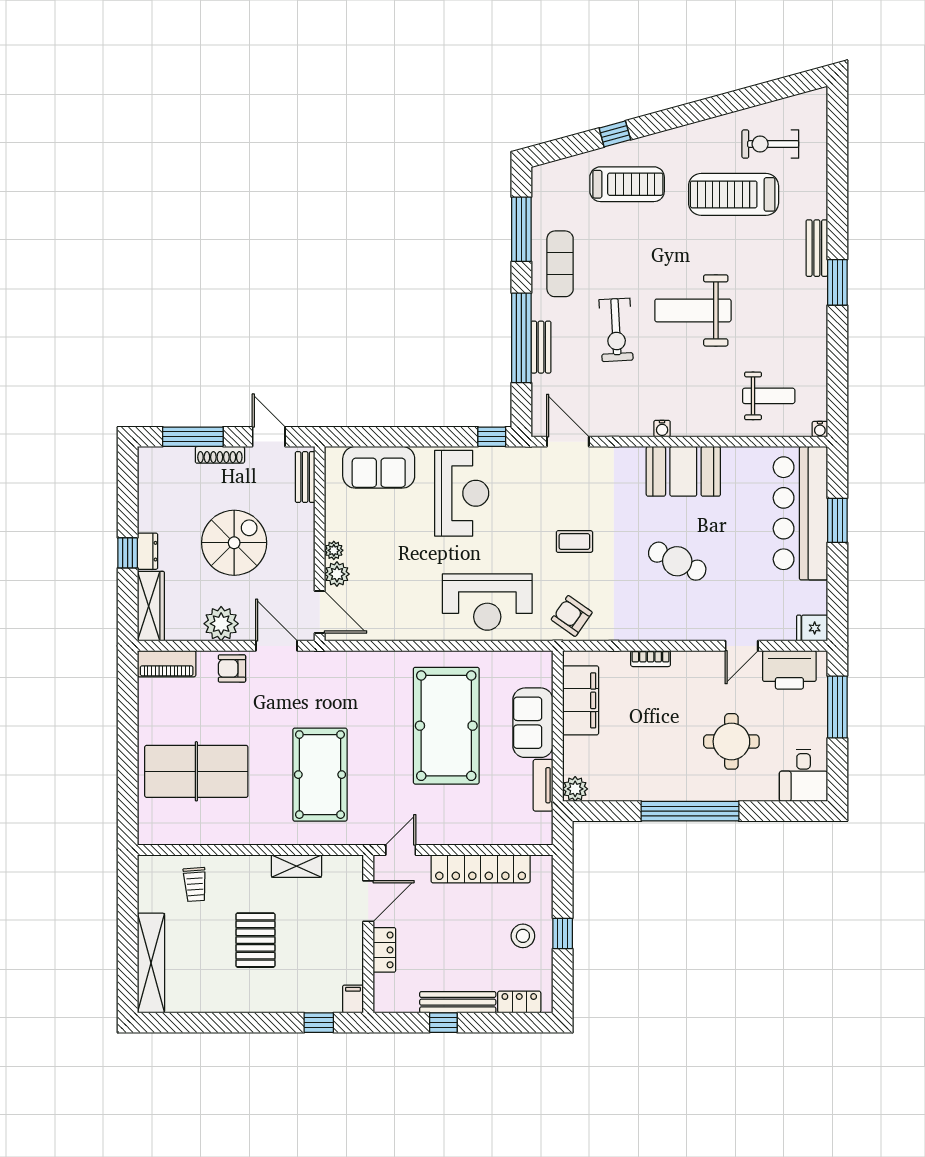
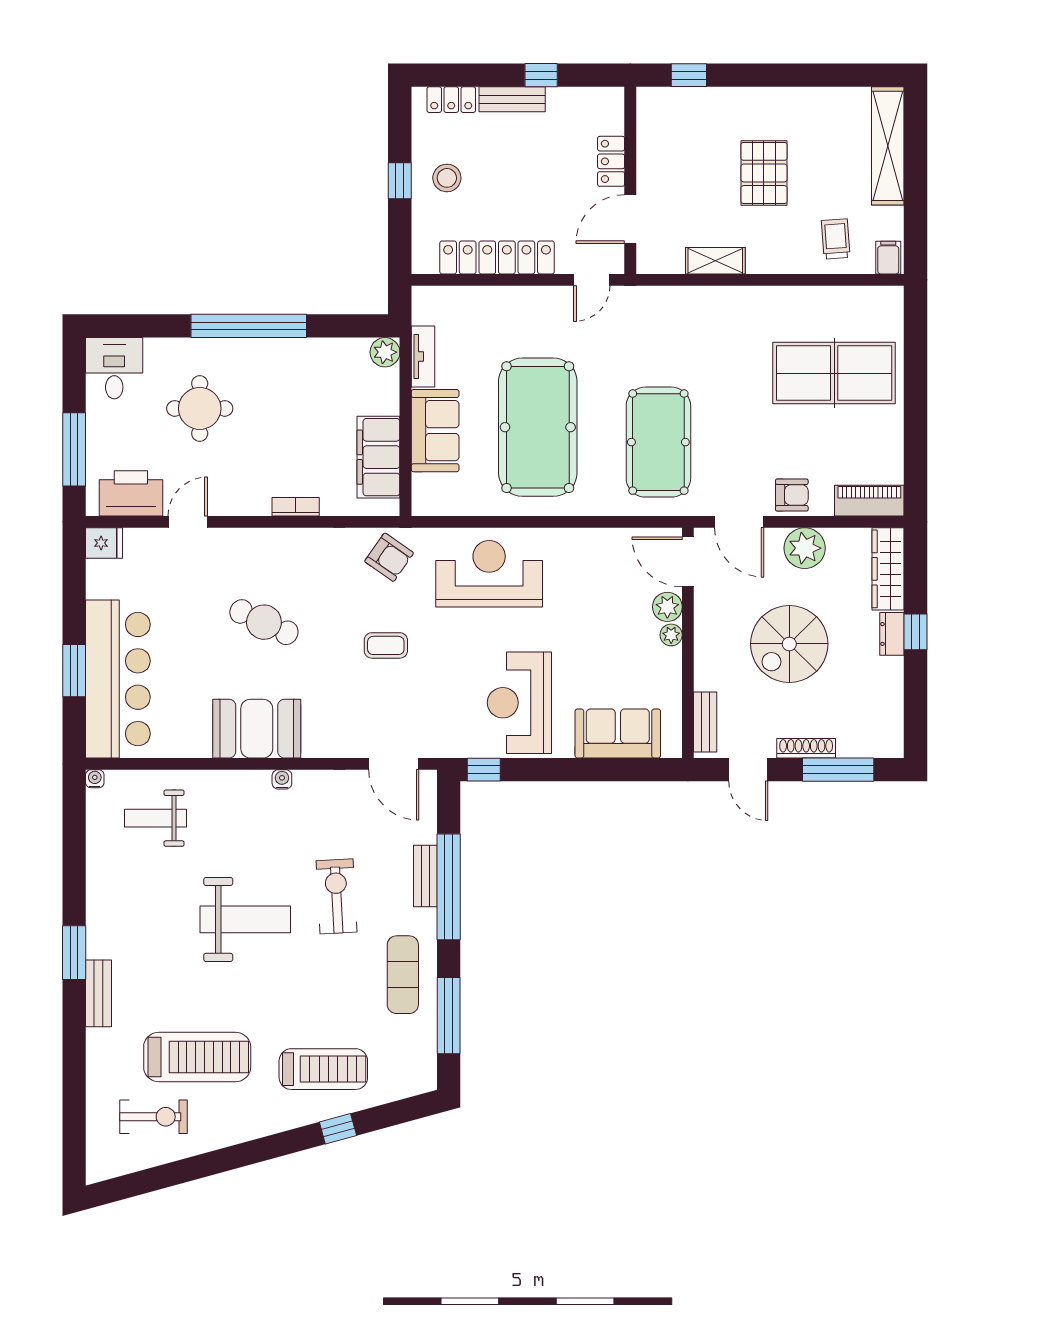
treadmill: (627, 184) -> (323, 1069), turned 180
pool table: (320, 775) -> (658, 442), moved
filing cabinet: (353, 999) -> (888, 258), moved, turned 180
bench: (458, 1002) -> (512, 99), width x0.73

